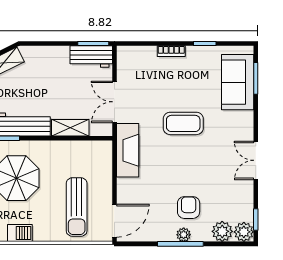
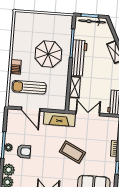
coffee table: (183, 123) -> (72, 152), turned -64
door: (114, 221) -> (31, 109), moved
barbecue: (20, 233) -> (16, 67), moved

